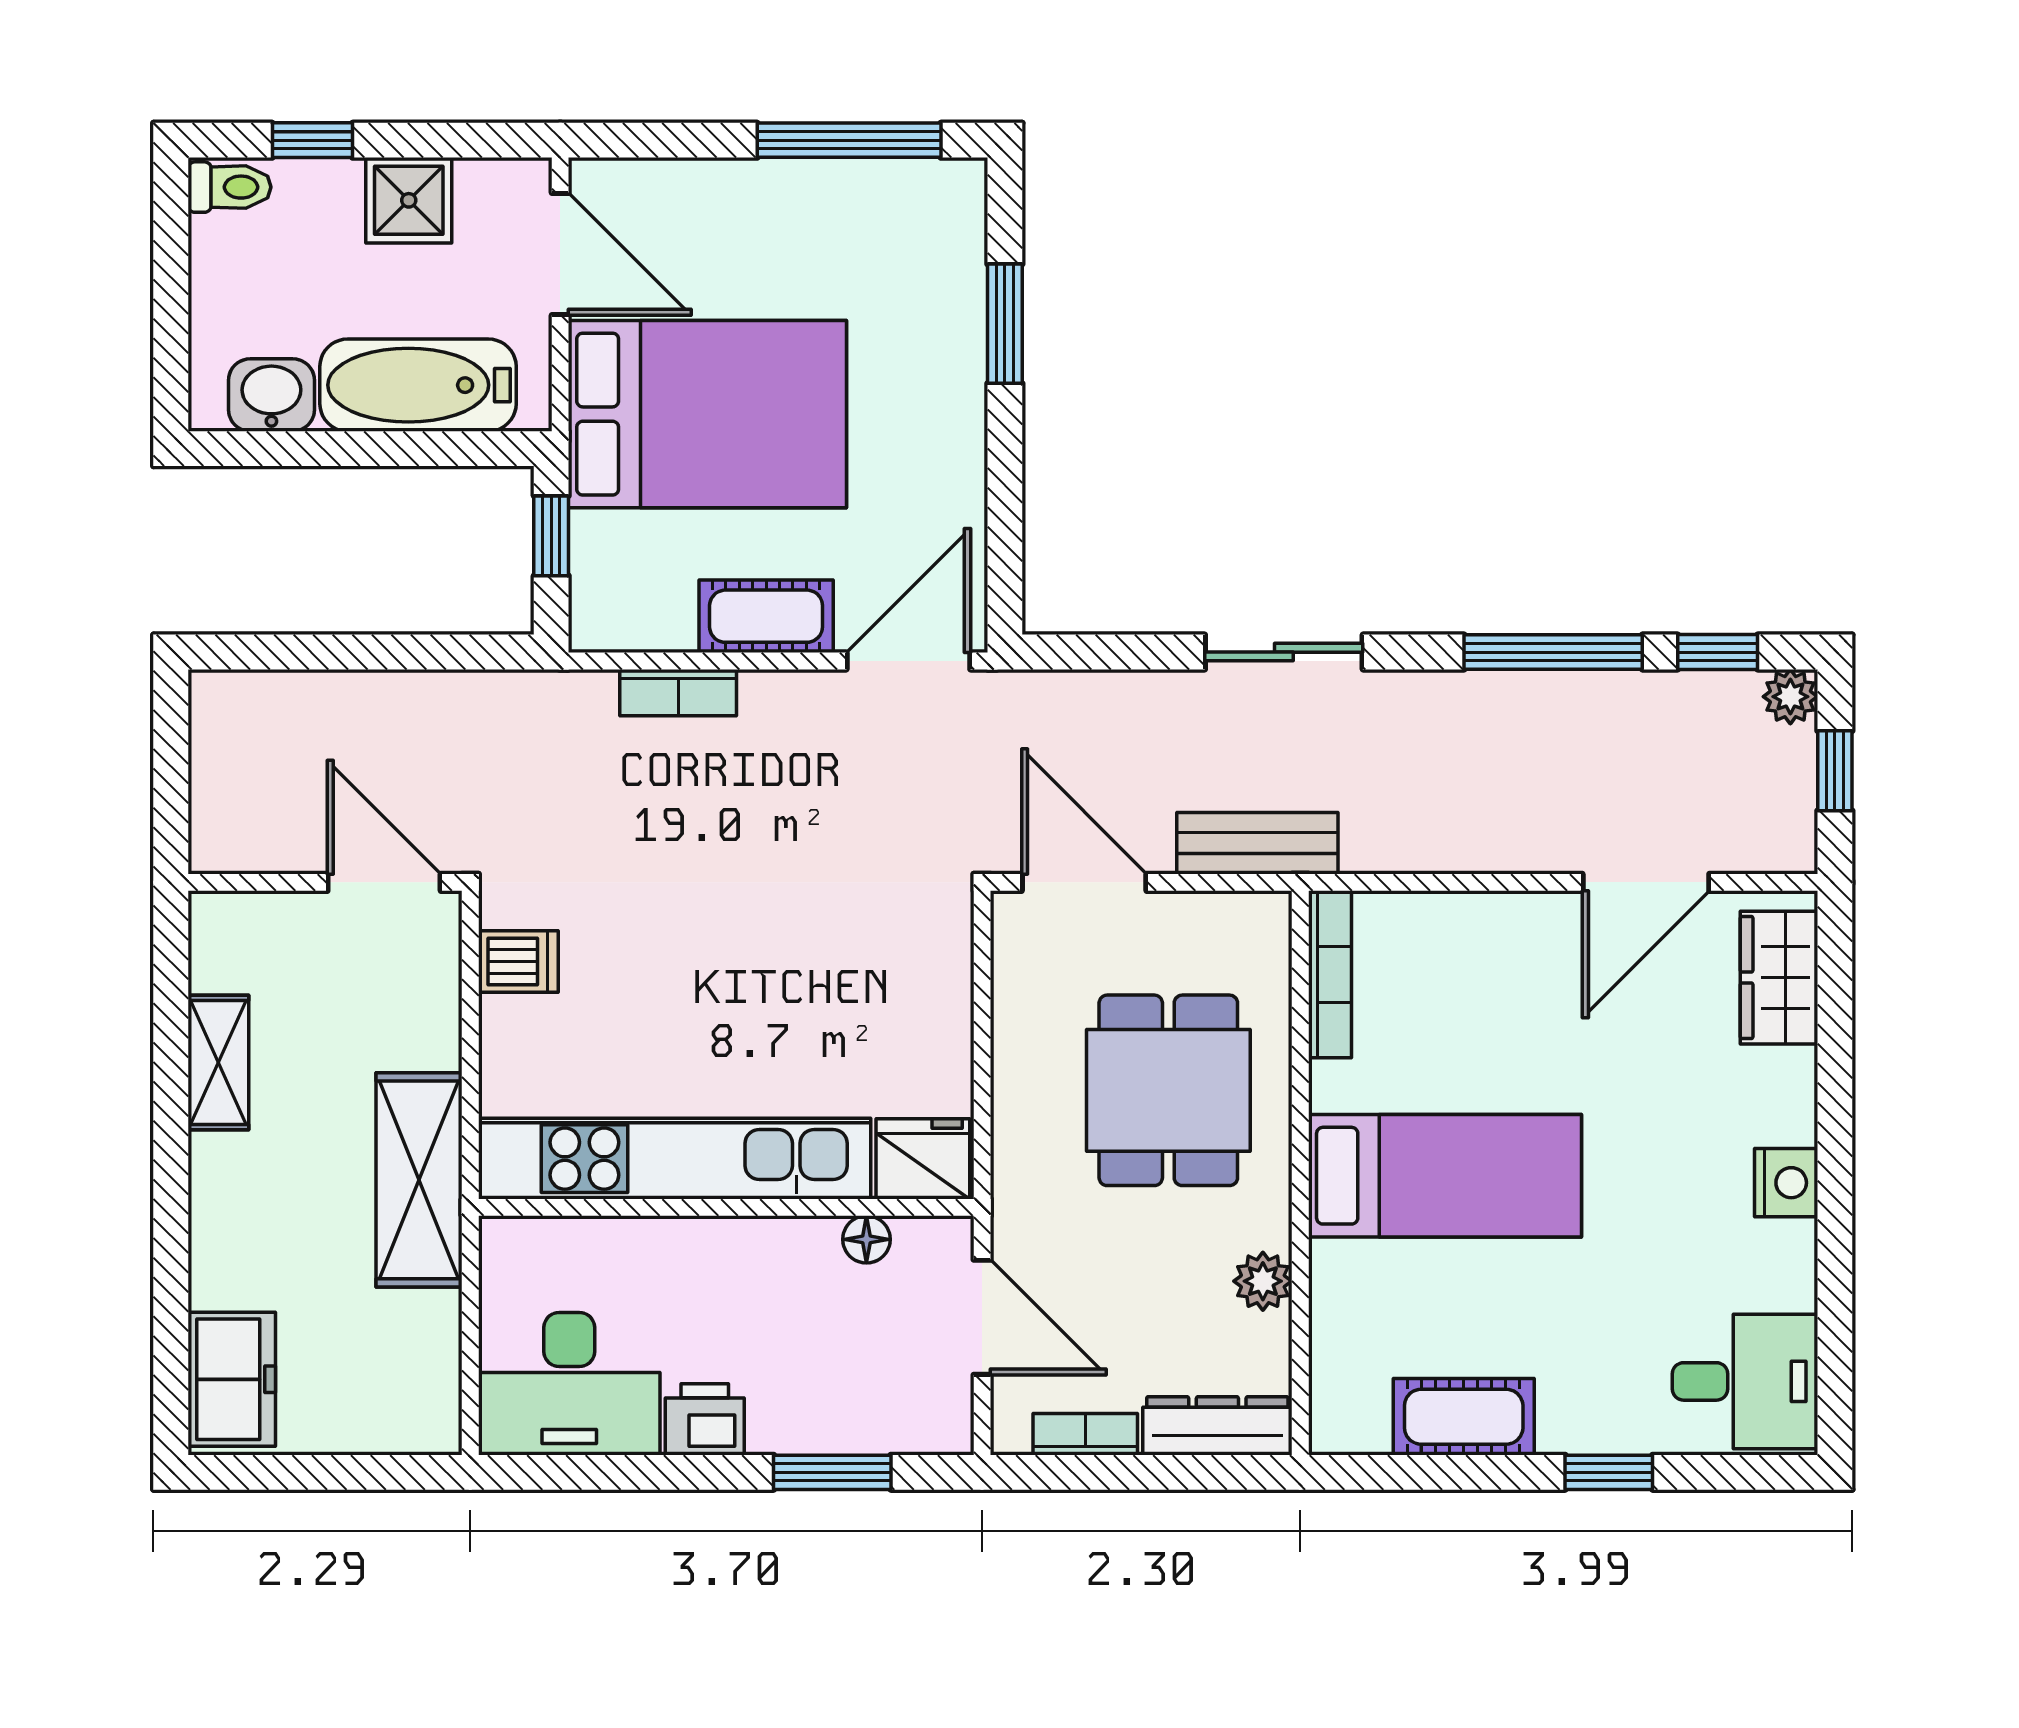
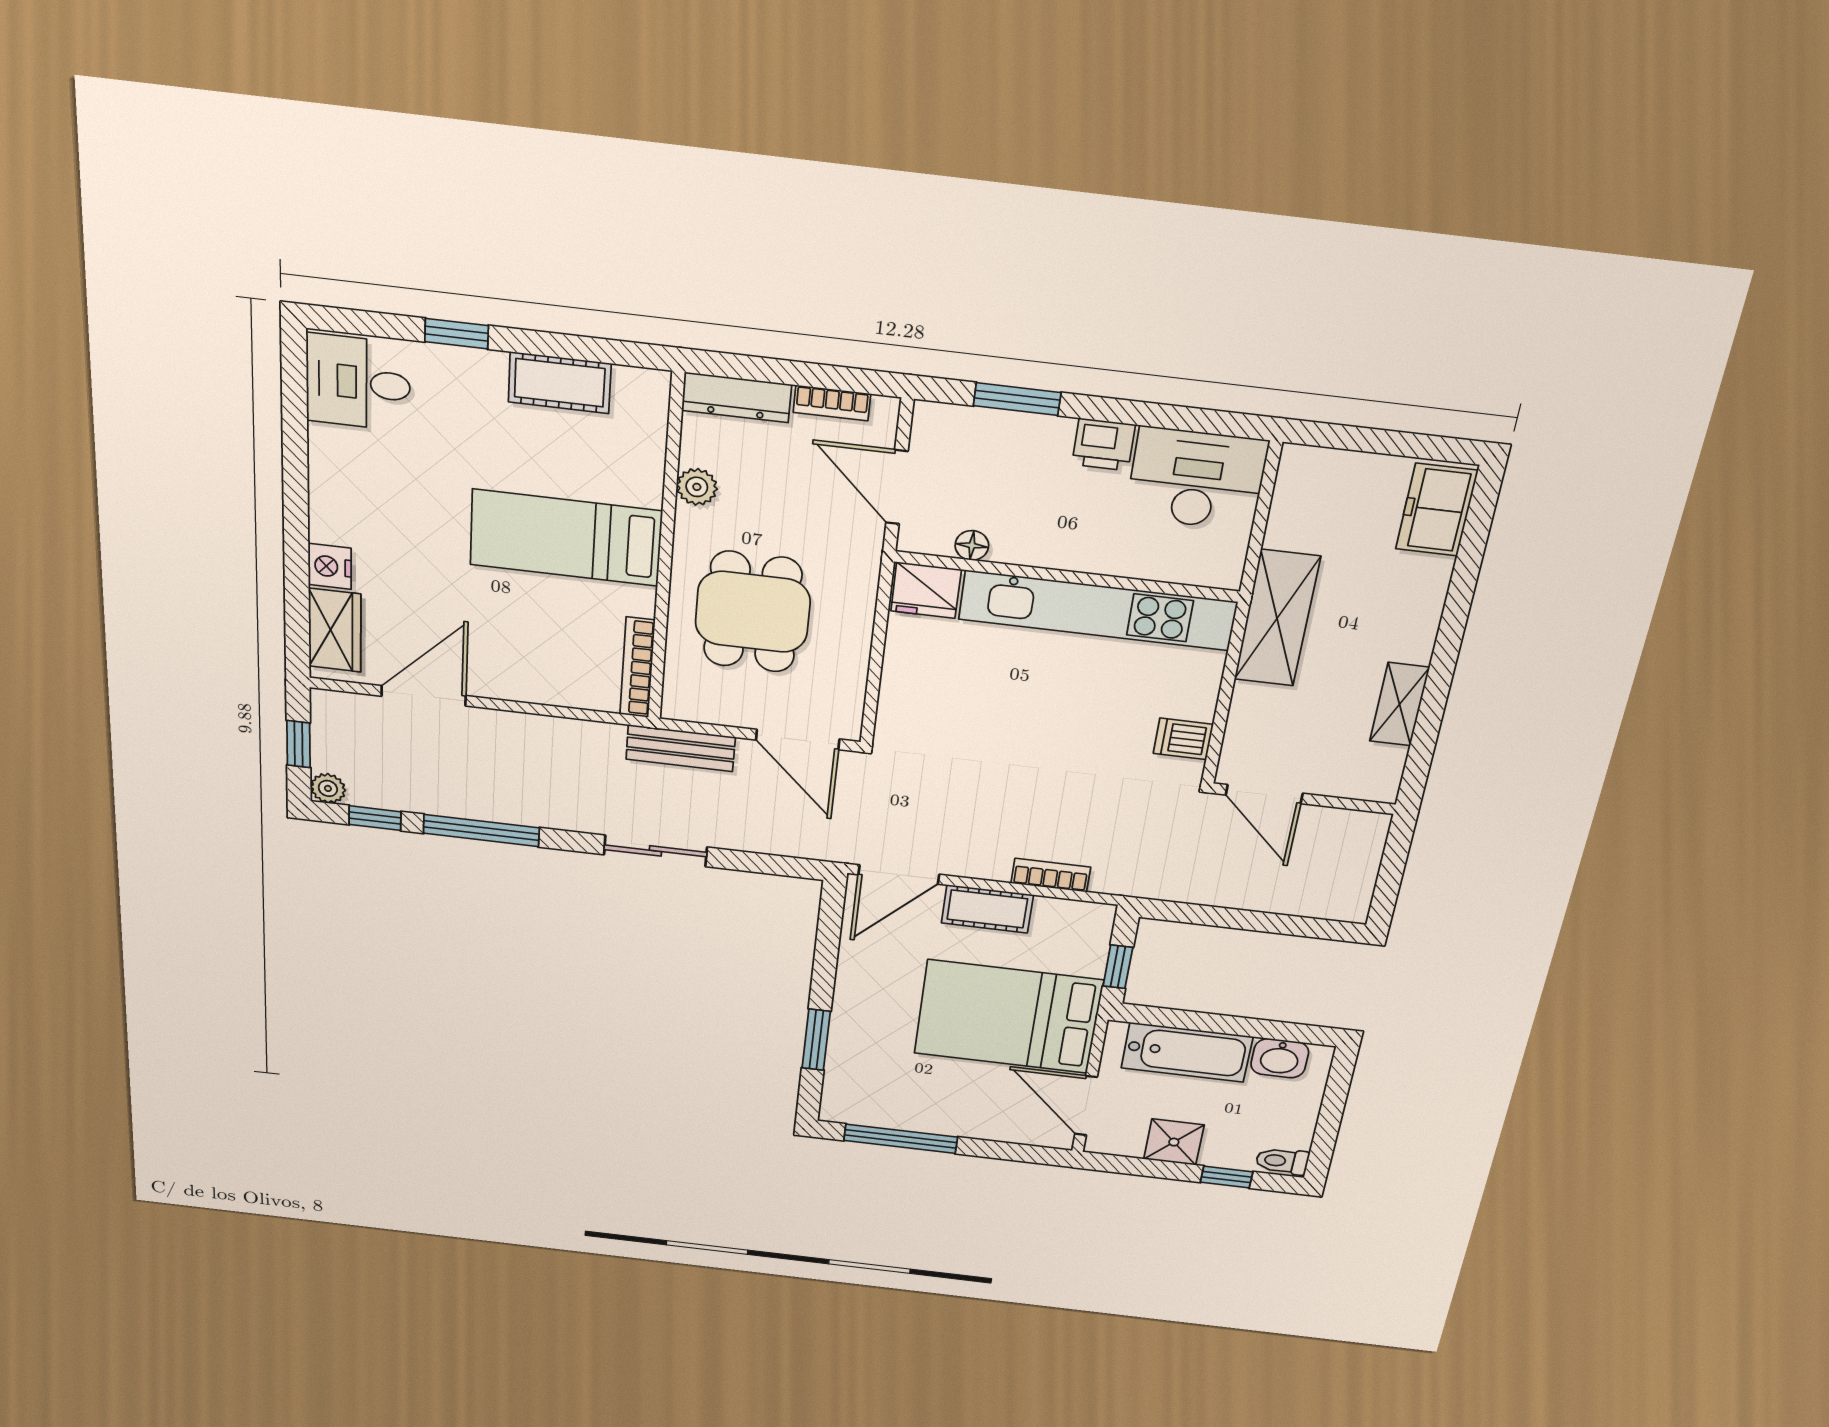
nightstand: (1786, 1183) -> (330, 566), moved

